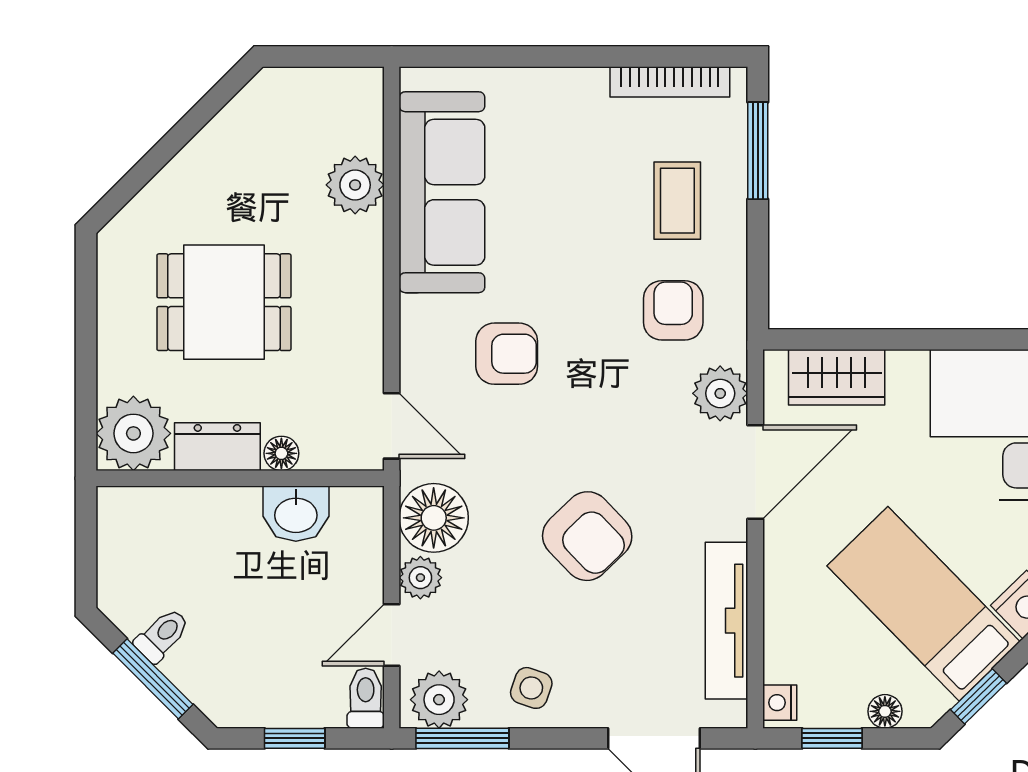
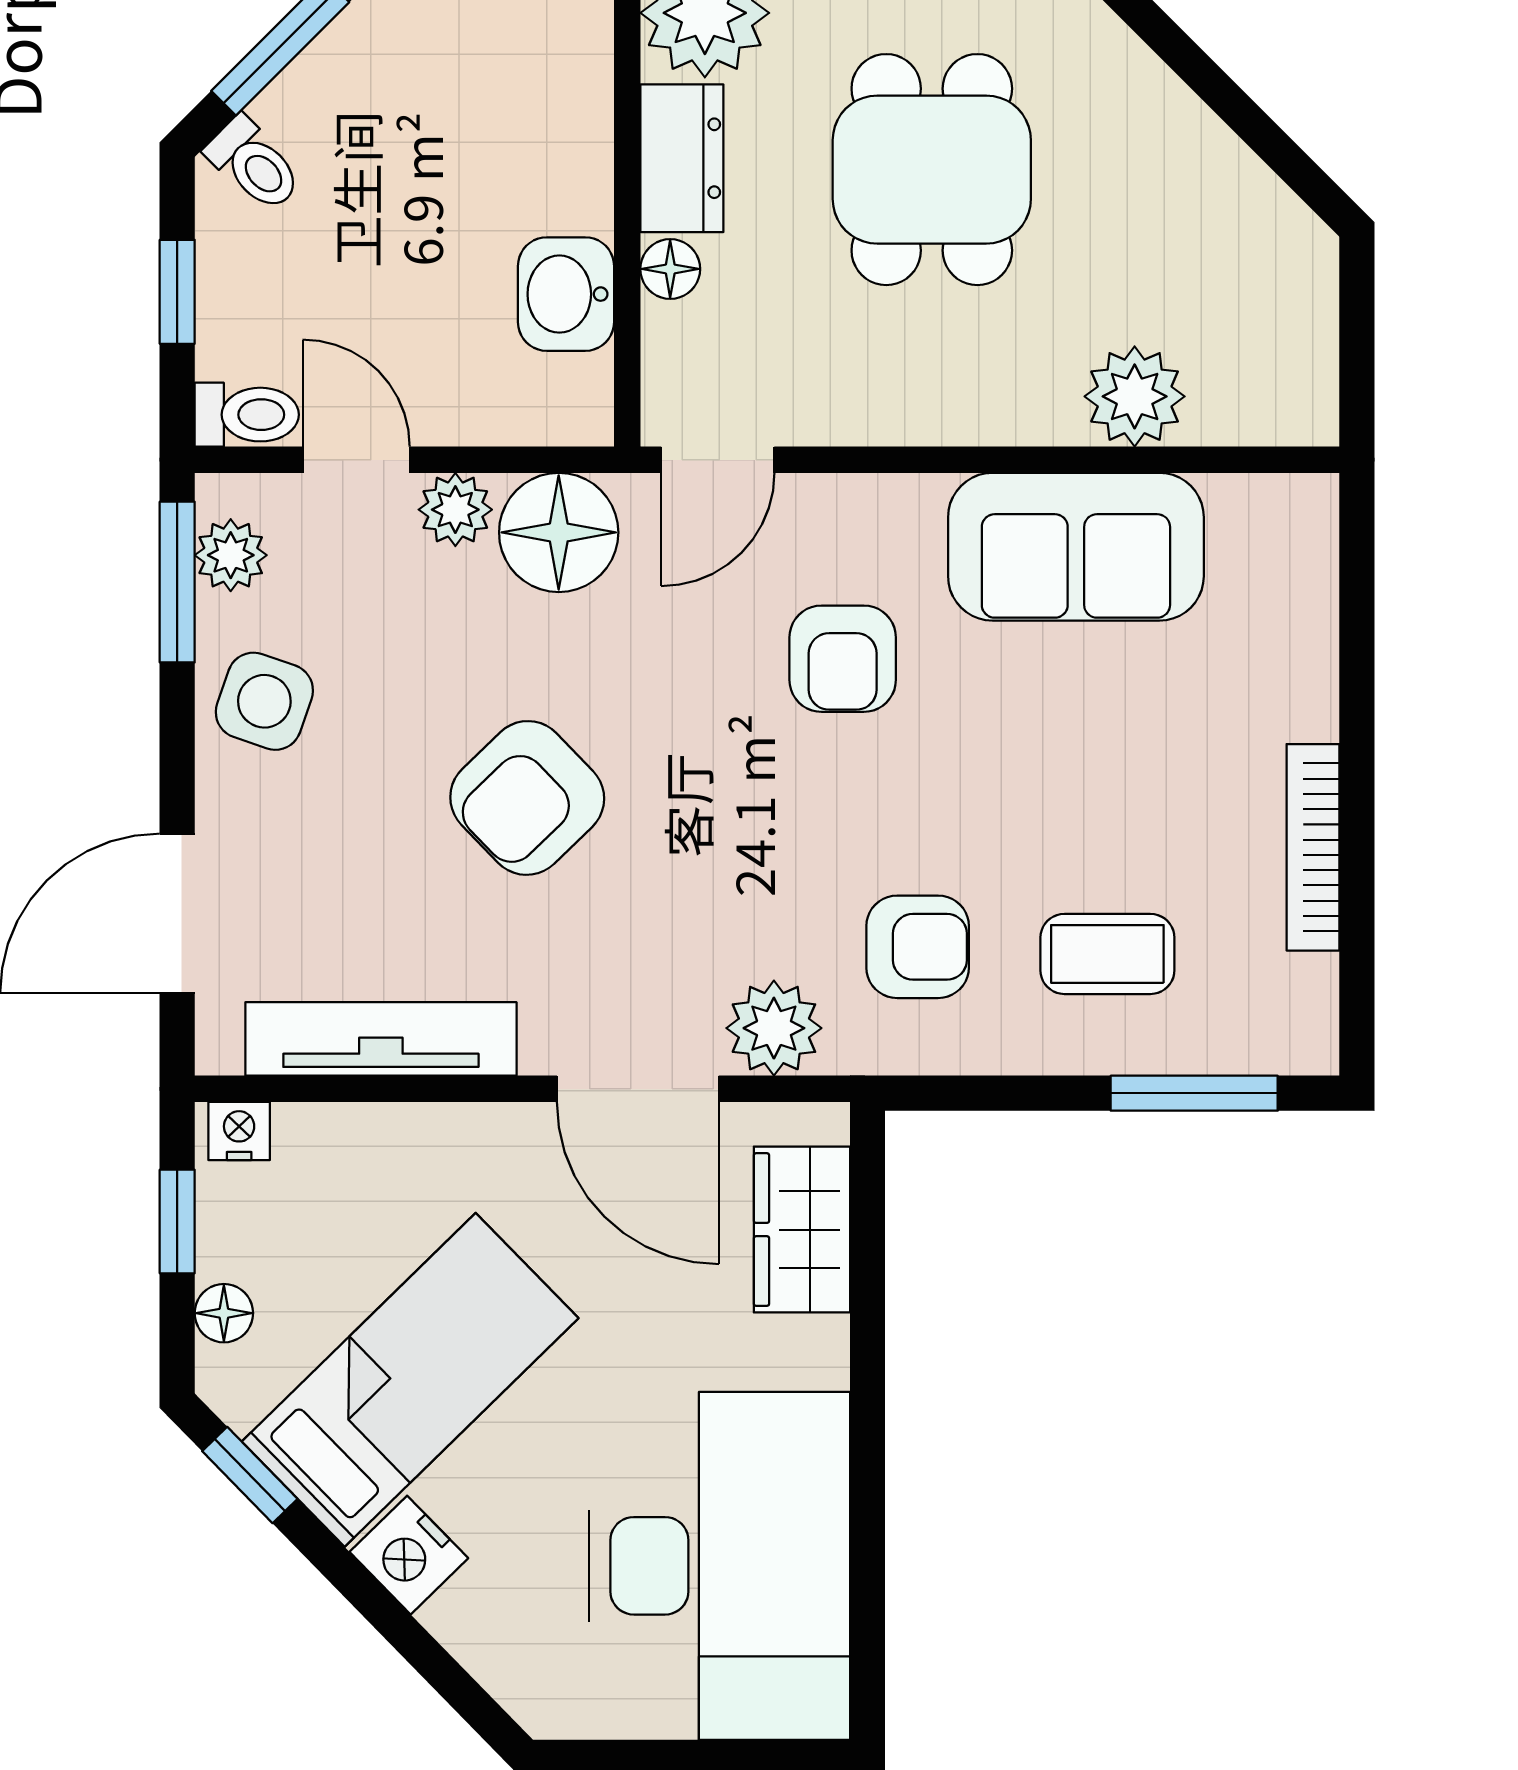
bookcase: (670, 82) -> (1313, 847), moved
sofa: (442, 192) -> (1076, 547), width x0.73
toilet: (162, 635) -> (254, 164), moved
side table: (531, 688) -> (264, 701), width x1.37, depth x1.37
plant: (439, 700) -> (231, 555), width x0.73, depth x0.73

